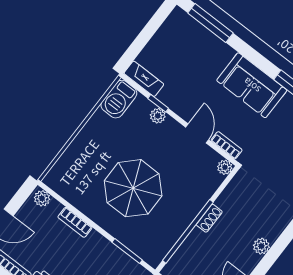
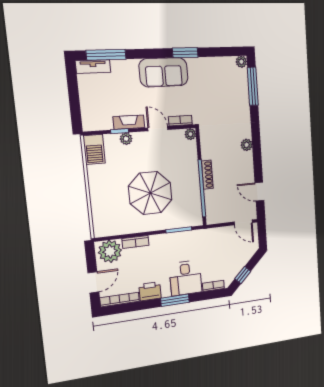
tv unit: (188, 24) -> (93, 67), added
fireplace: (144, 79) -> (129, 122), moved
plant: (42, 198) -> (110, 251), width x1.87, depth x1.87
shoe rack: (209, 218) -> (207, 175), width x1.43
plant: (261, 246) -> (247, 145), moved

